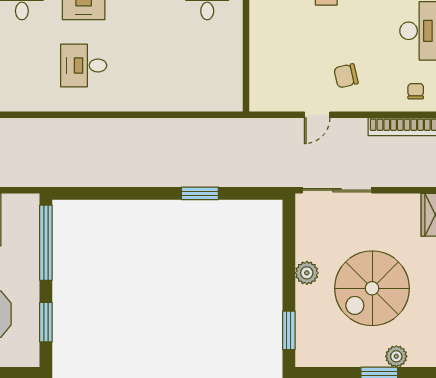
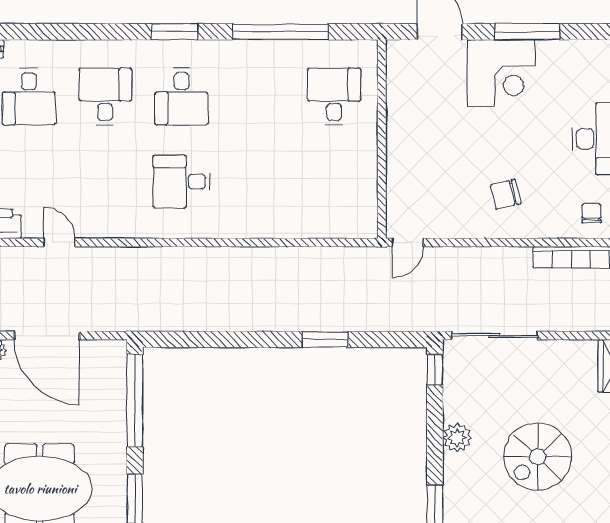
door: (317, 115) -> (408, 242), moved
window: (289, 218) -> (435, 370), added
spiral stairs: (372, 288) -> (538, 457), width x0.73, depth x0.73

